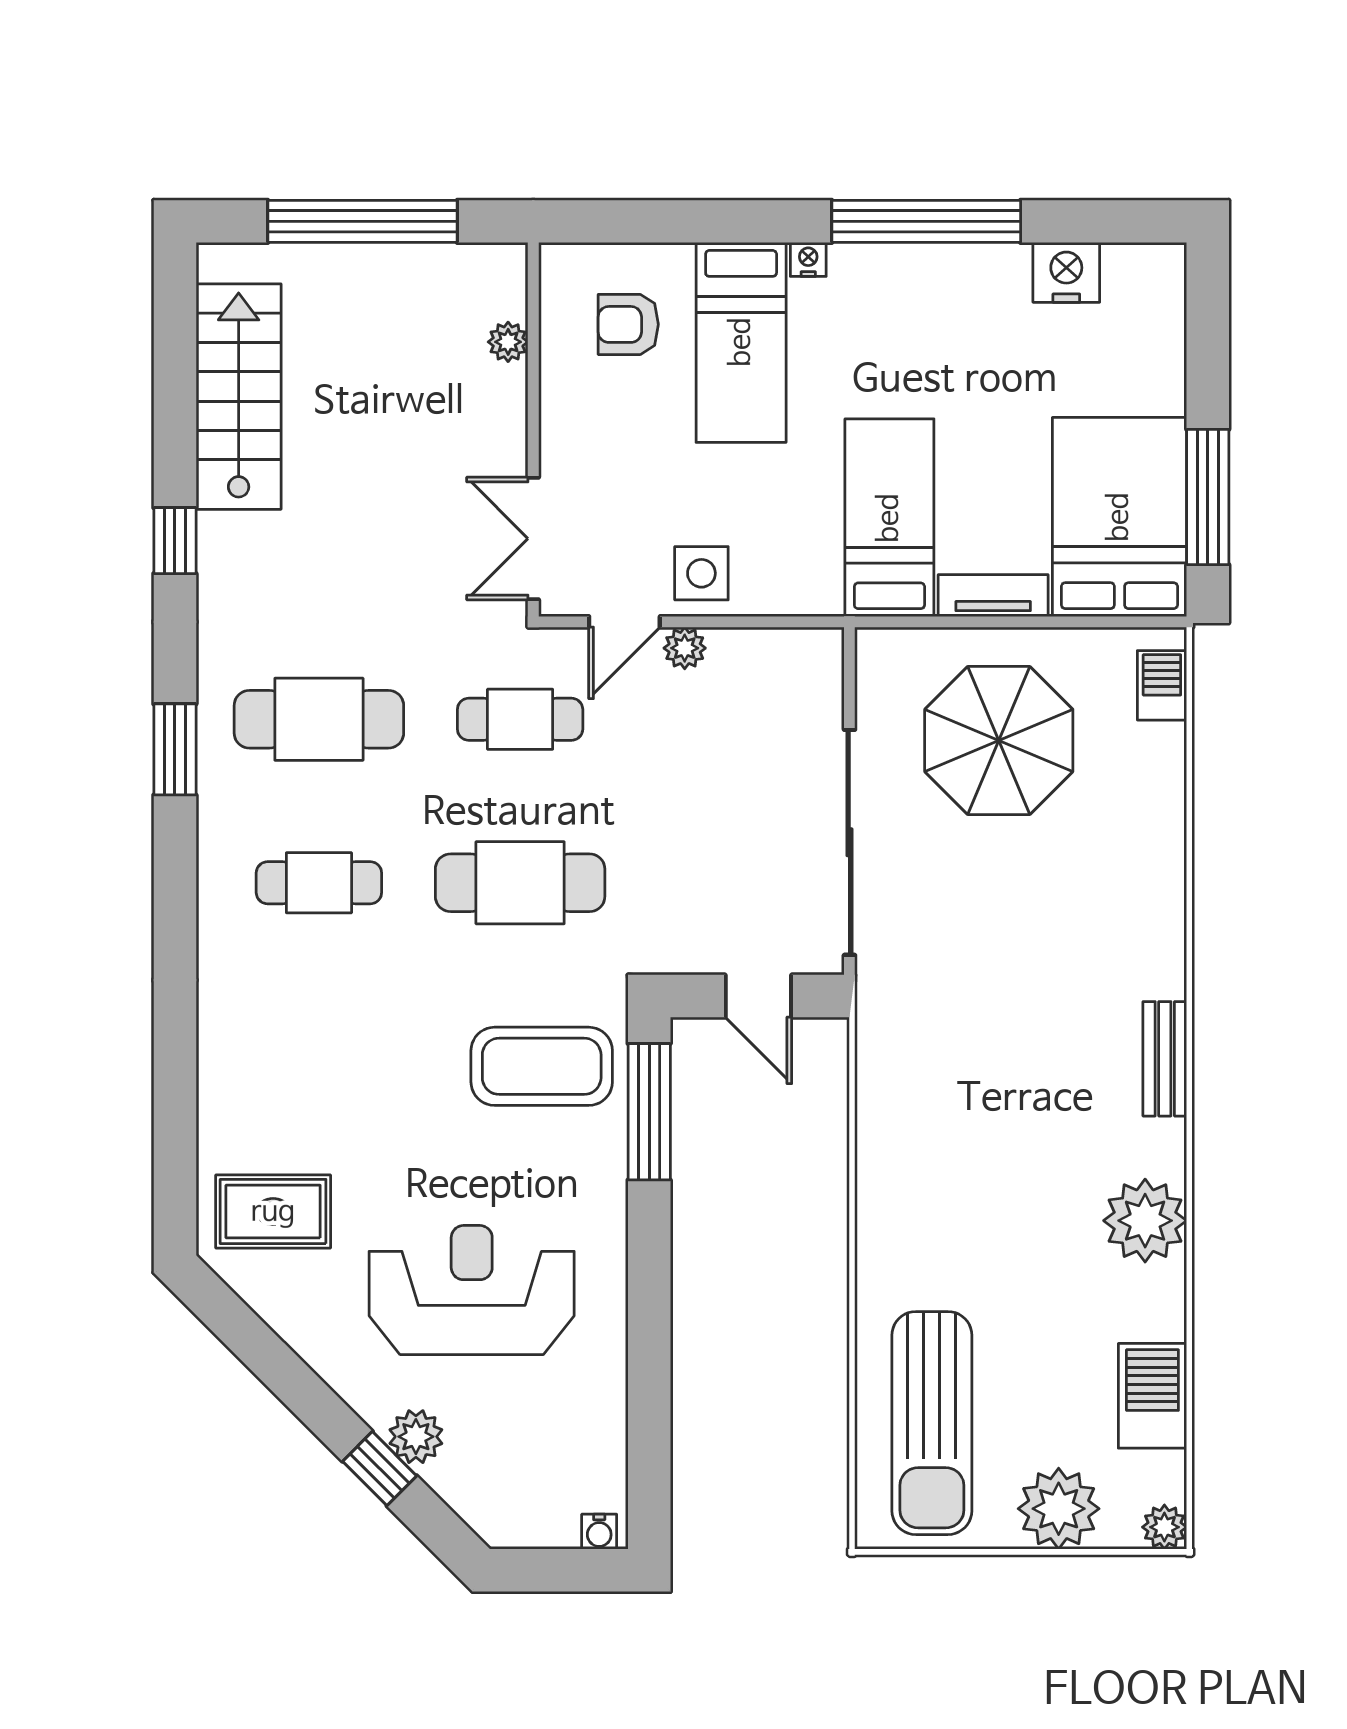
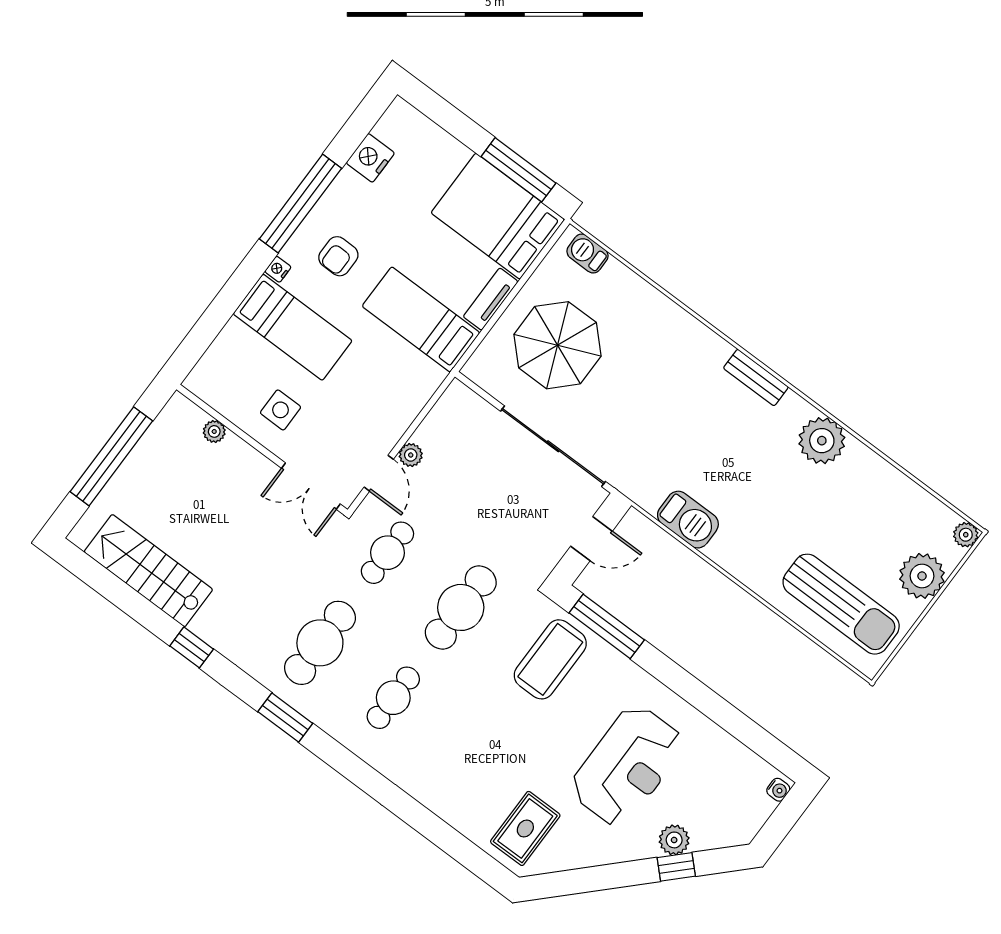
armchair: (628, 324) -> (338, 256), moved
side table: (701, 573) -> (281, 410), moved
reception desk: (472, 1290) -> (627, 766), turned 180
barbecue: (1152, 1396) -> (688, 520), moved, turned 180

